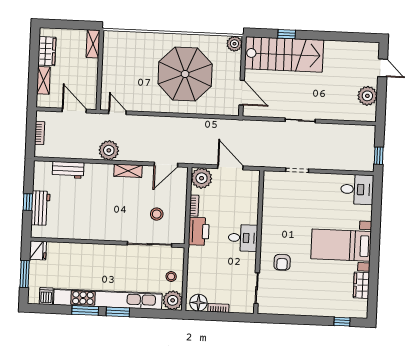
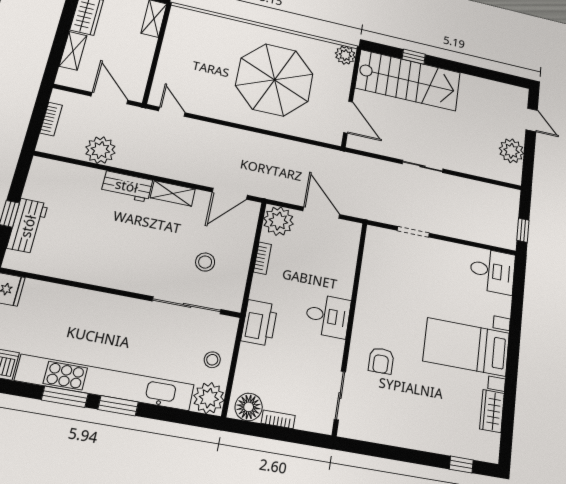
plant: (109, 150) -> (100, 150), moved
workbench: (68, 170) -> (127, 186), moved
printer: (199, 231) -> (259, 323), moved

